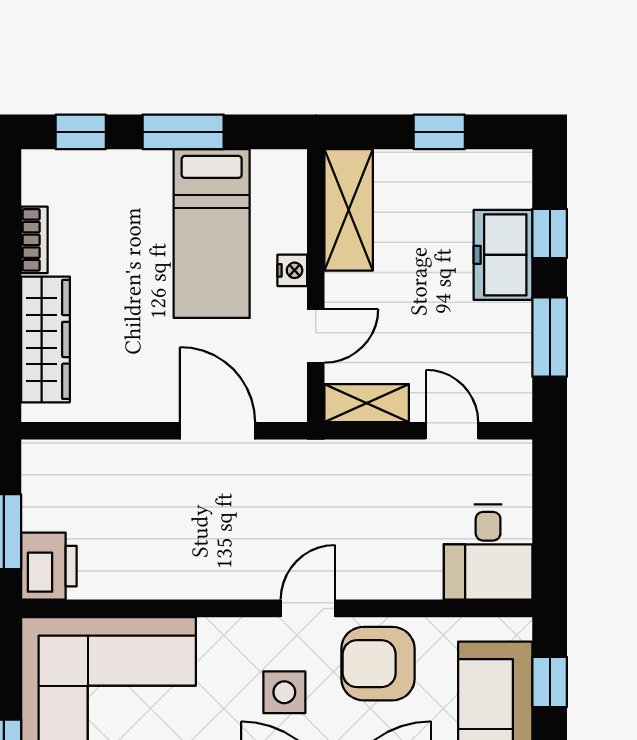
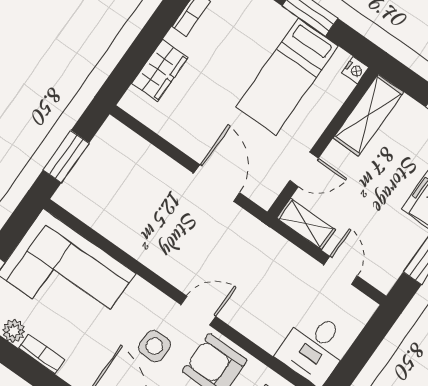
nightstand: (292, 270) -> (355, 70), moved
wardrobe: (45, 339) -> (160, 70), width x0.67
printer: (49, 566) -> (77, 192), removed

